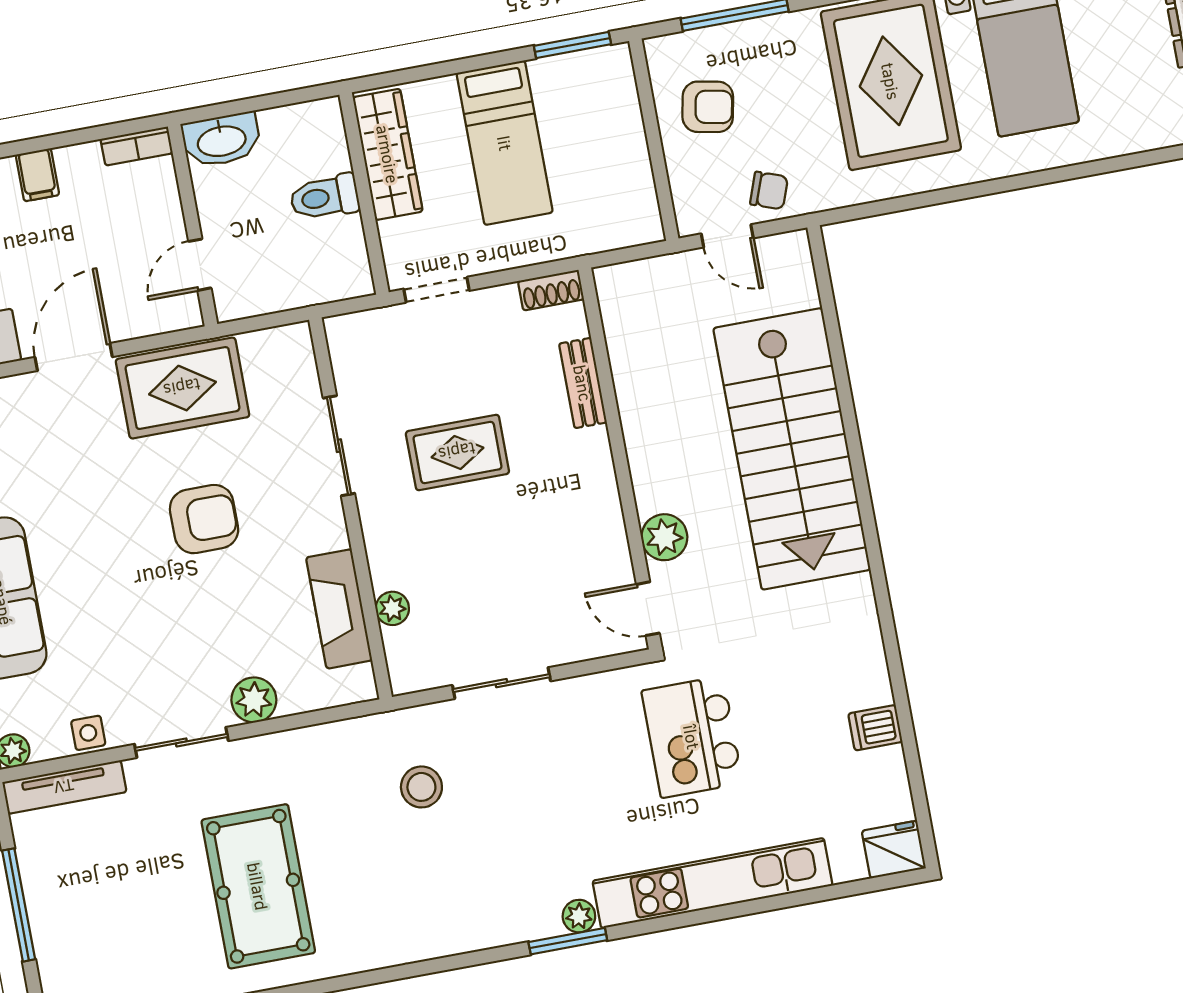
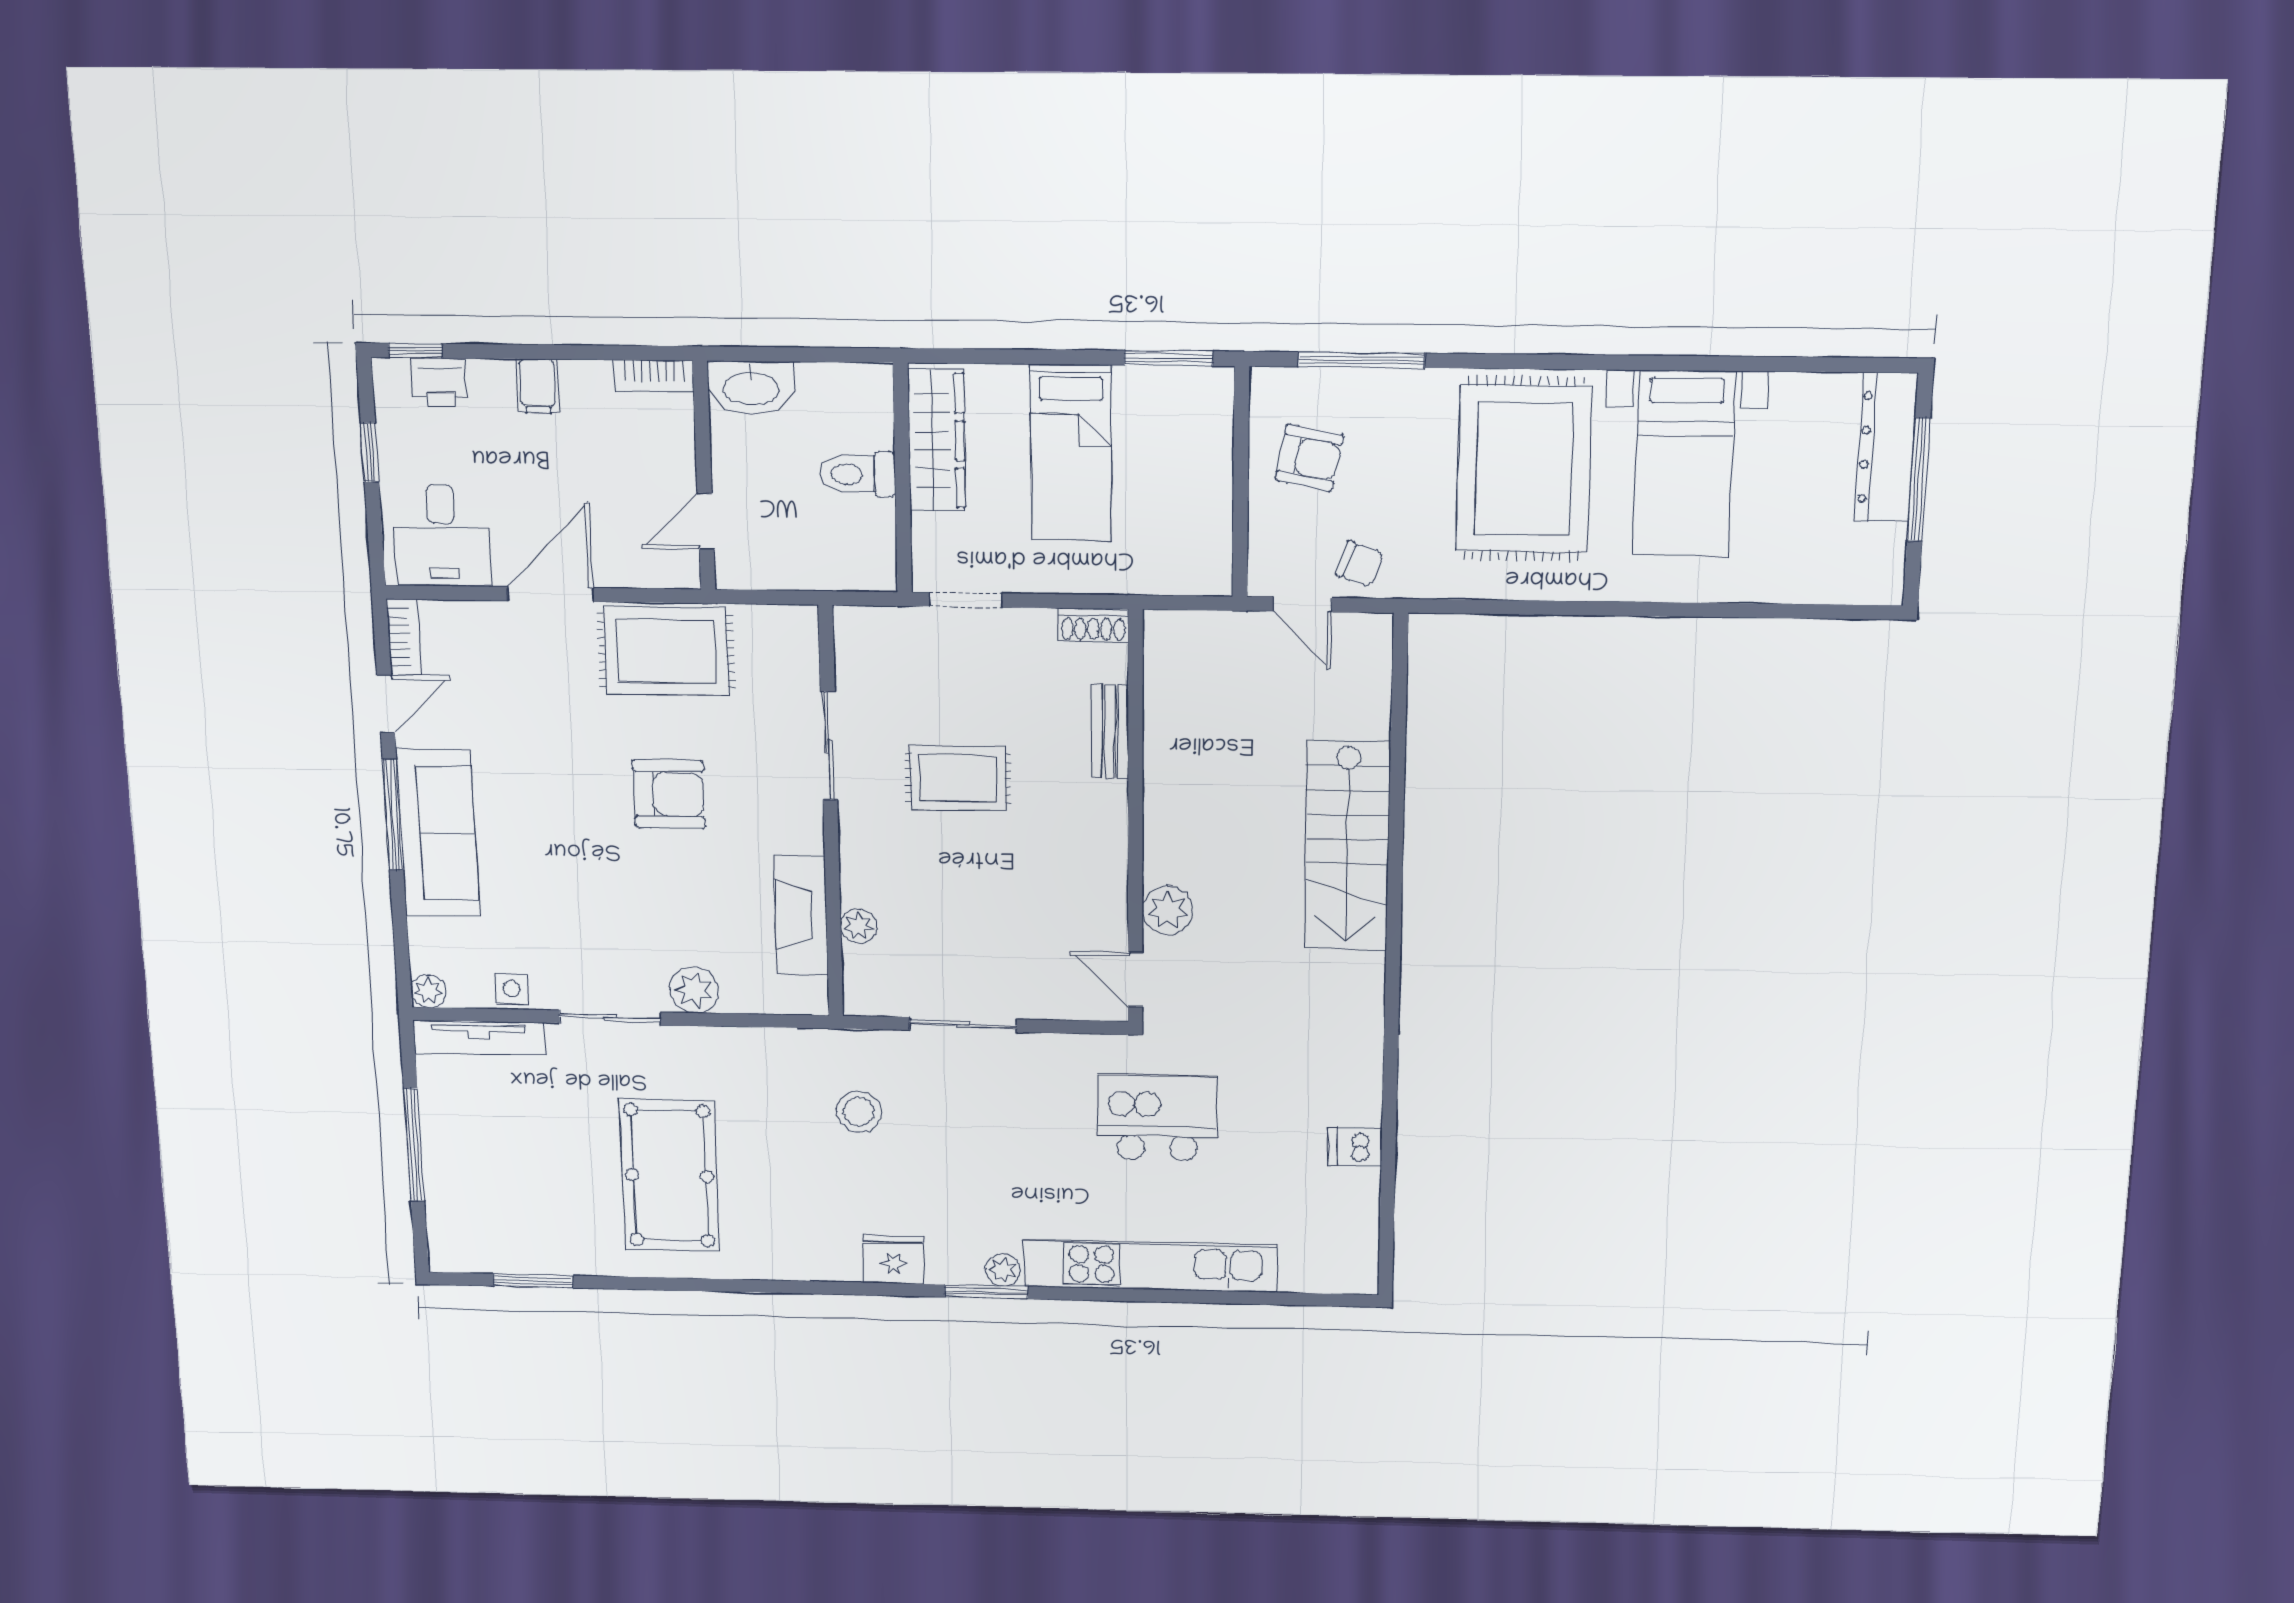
stairs: (792, 449) -> (1347, 846), width x0.73, depth x0.66
kitchen island: (692, 737) -> (1157, 1118), turned 90
fridge: (894, 850) -> (893, 1259), moved

